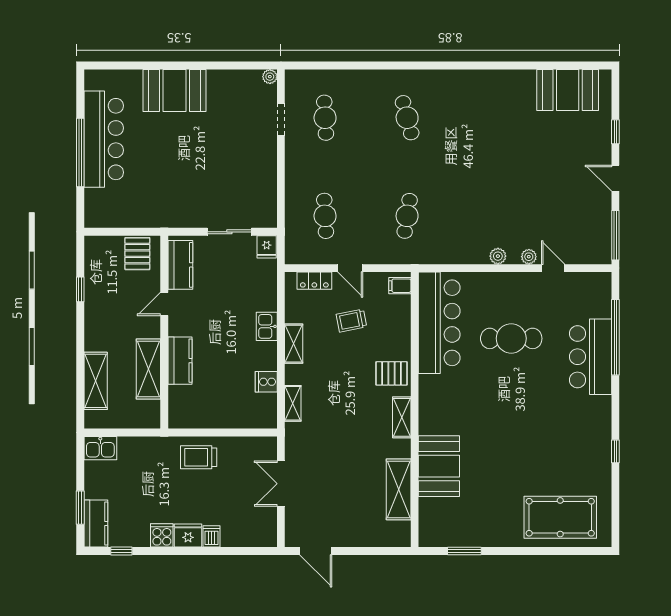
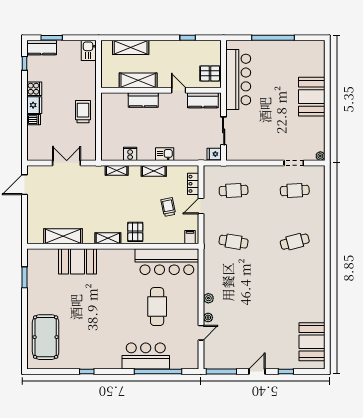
bar counter: (104, 139) -> (238, 79), moved, turned -90

